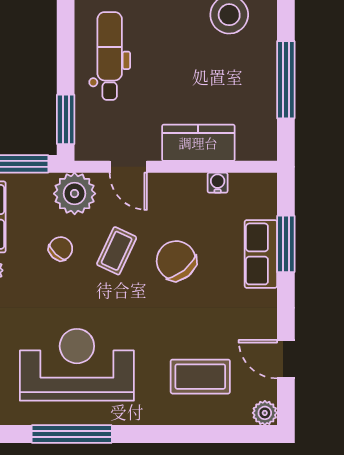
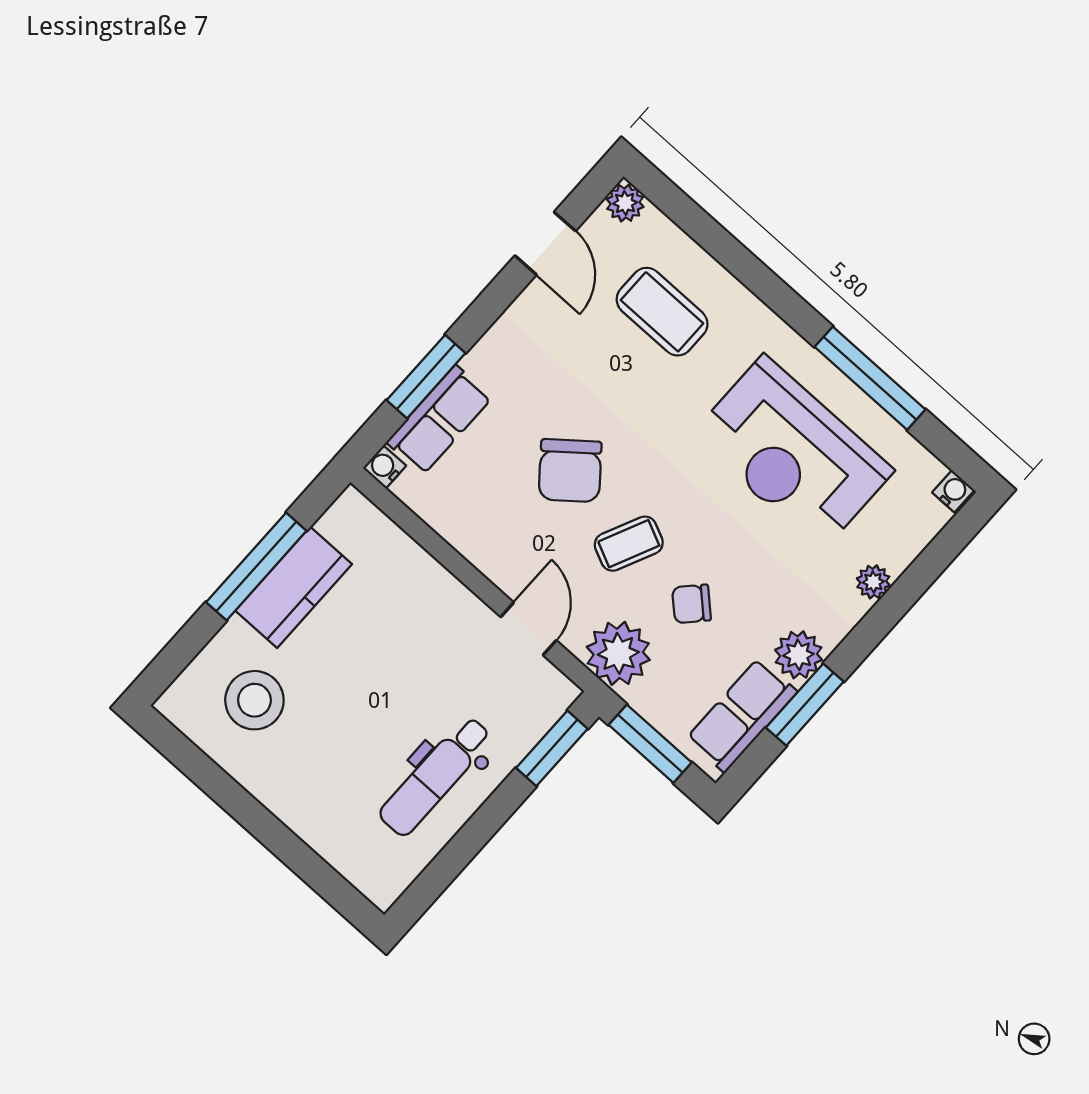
kitchen counter: (198, 143) -> (294, 587), moved, turned -90
water cooler: (218, 183) -> (384, 467), moved, turned 90
row of seats: (261, 254) -> (439, 420), moved

